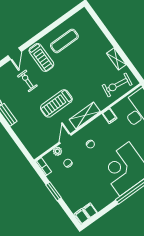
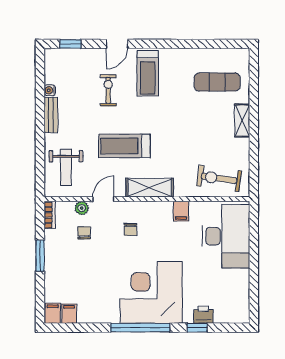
exercise mat: (64, 41) -> (217, 82), moved
shelving: (116, 59) -> (242, 121), moved
weight bench: (34, 136) -> (66, 167), added

